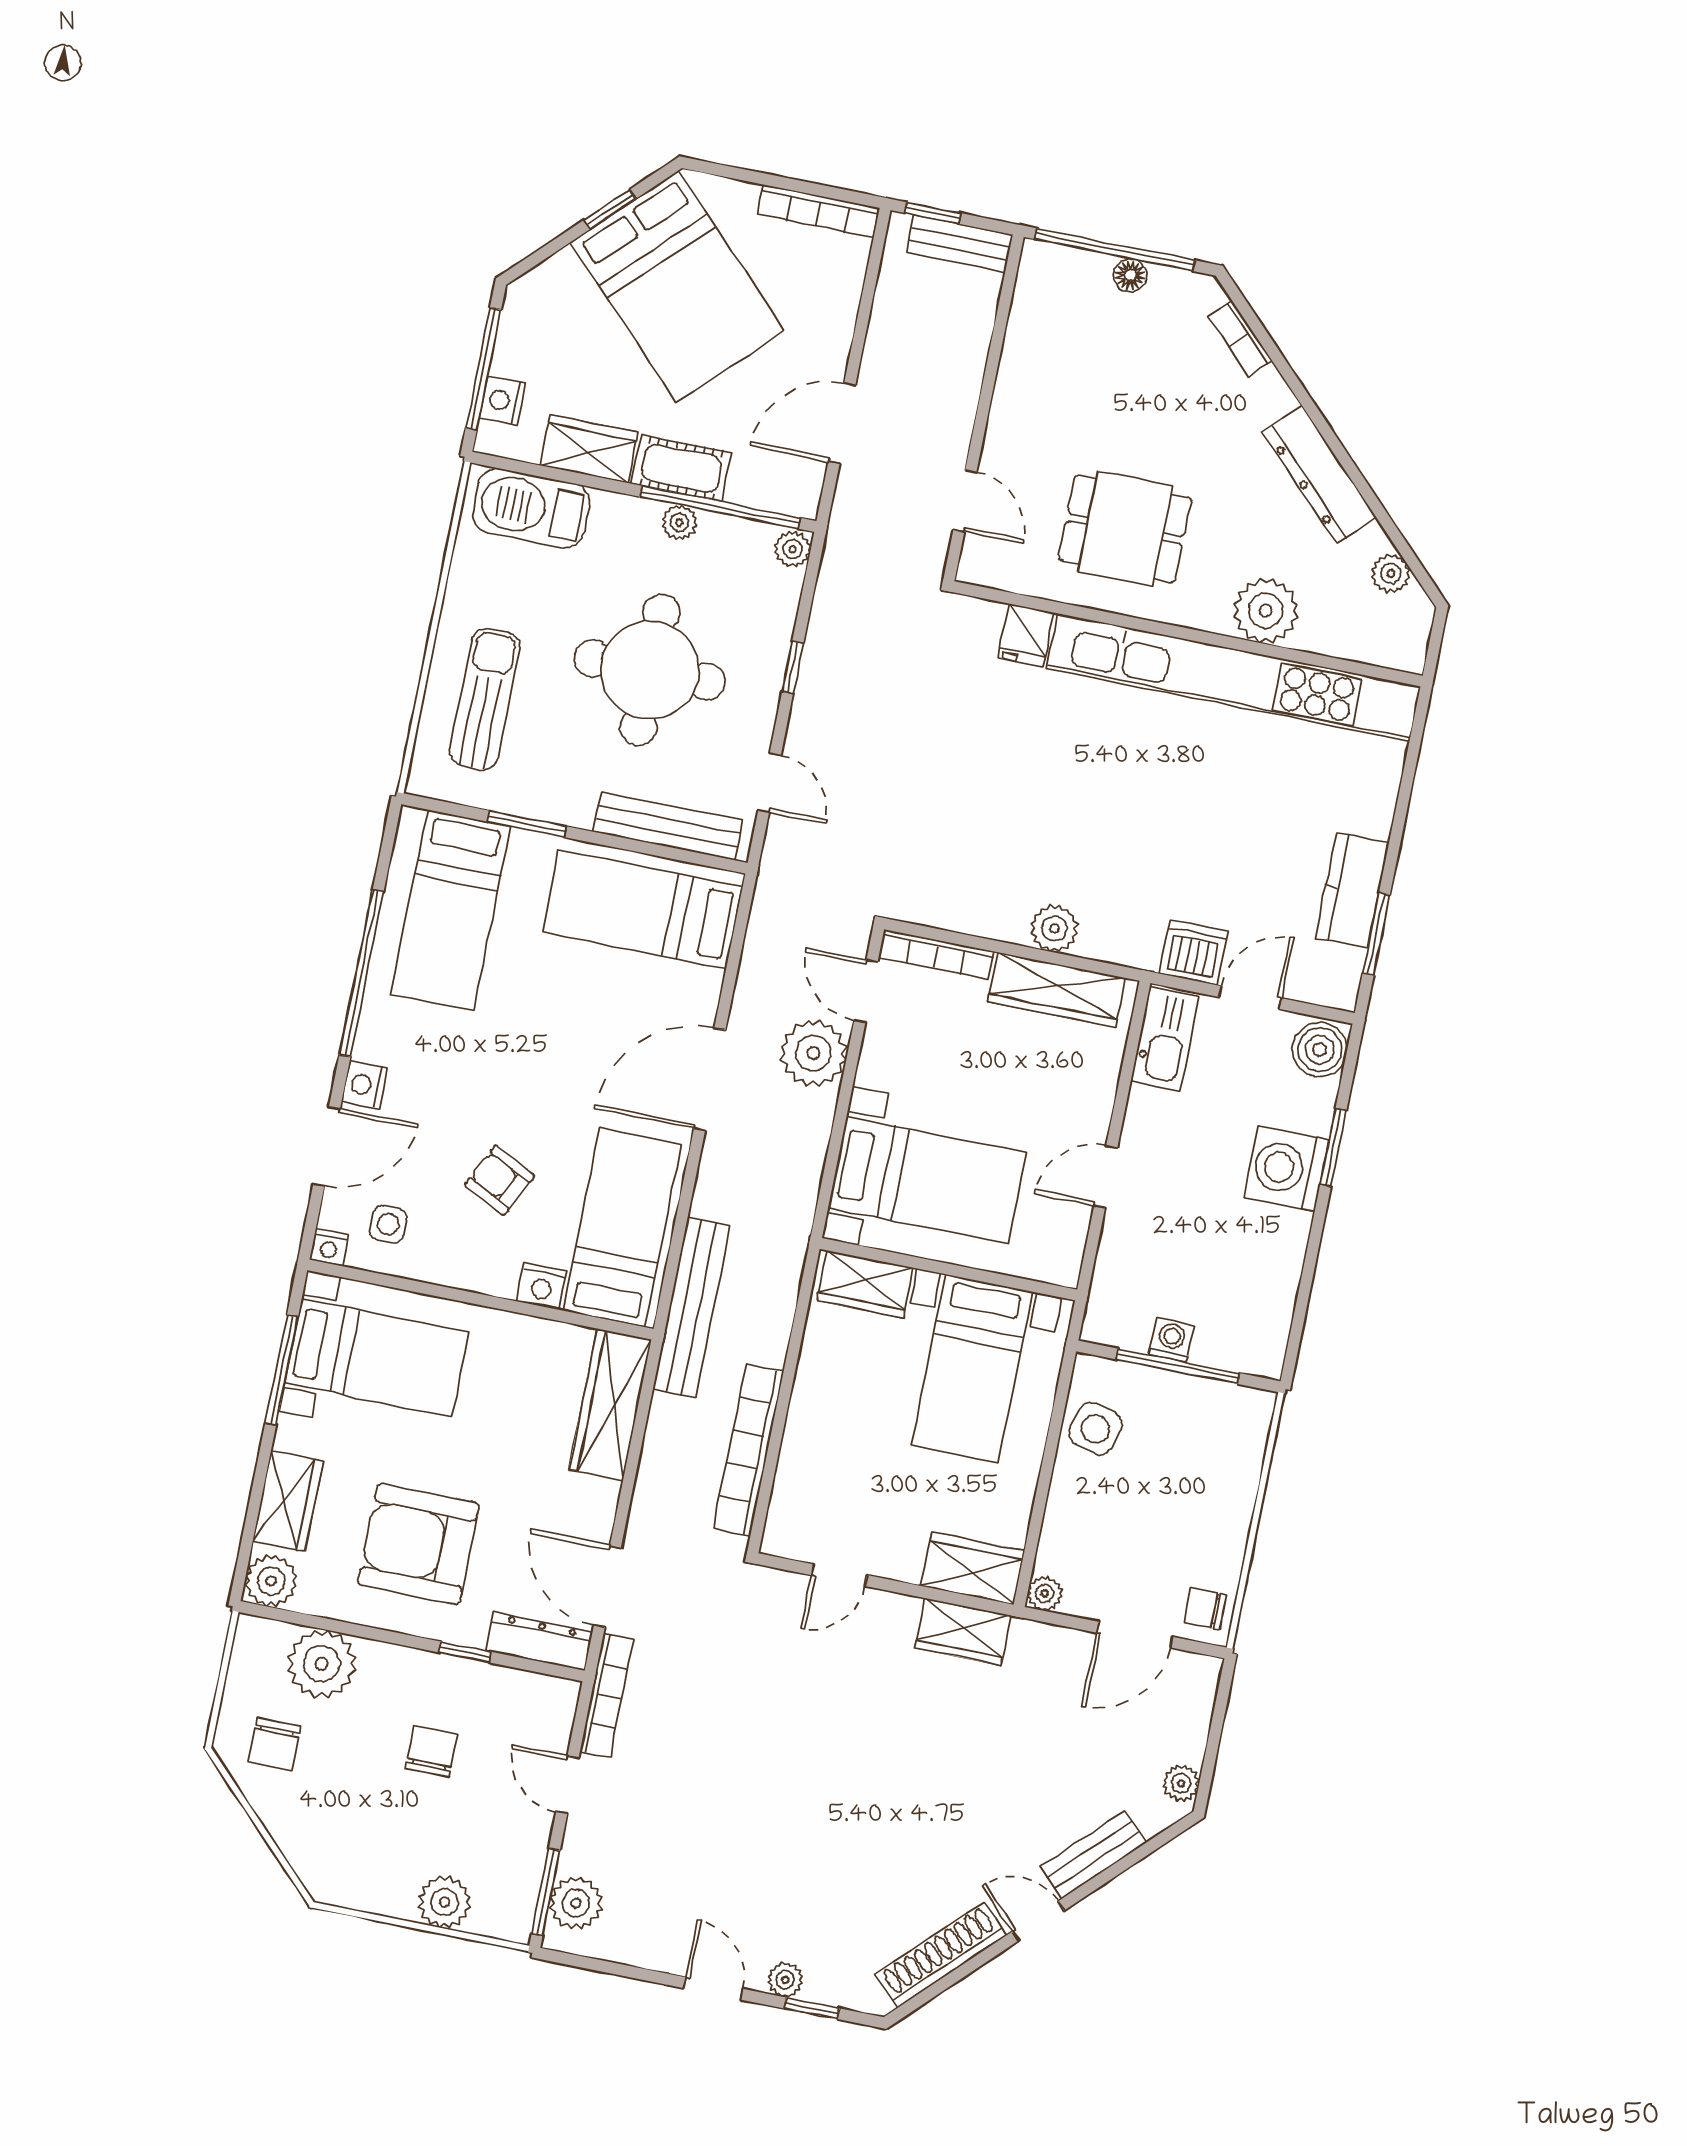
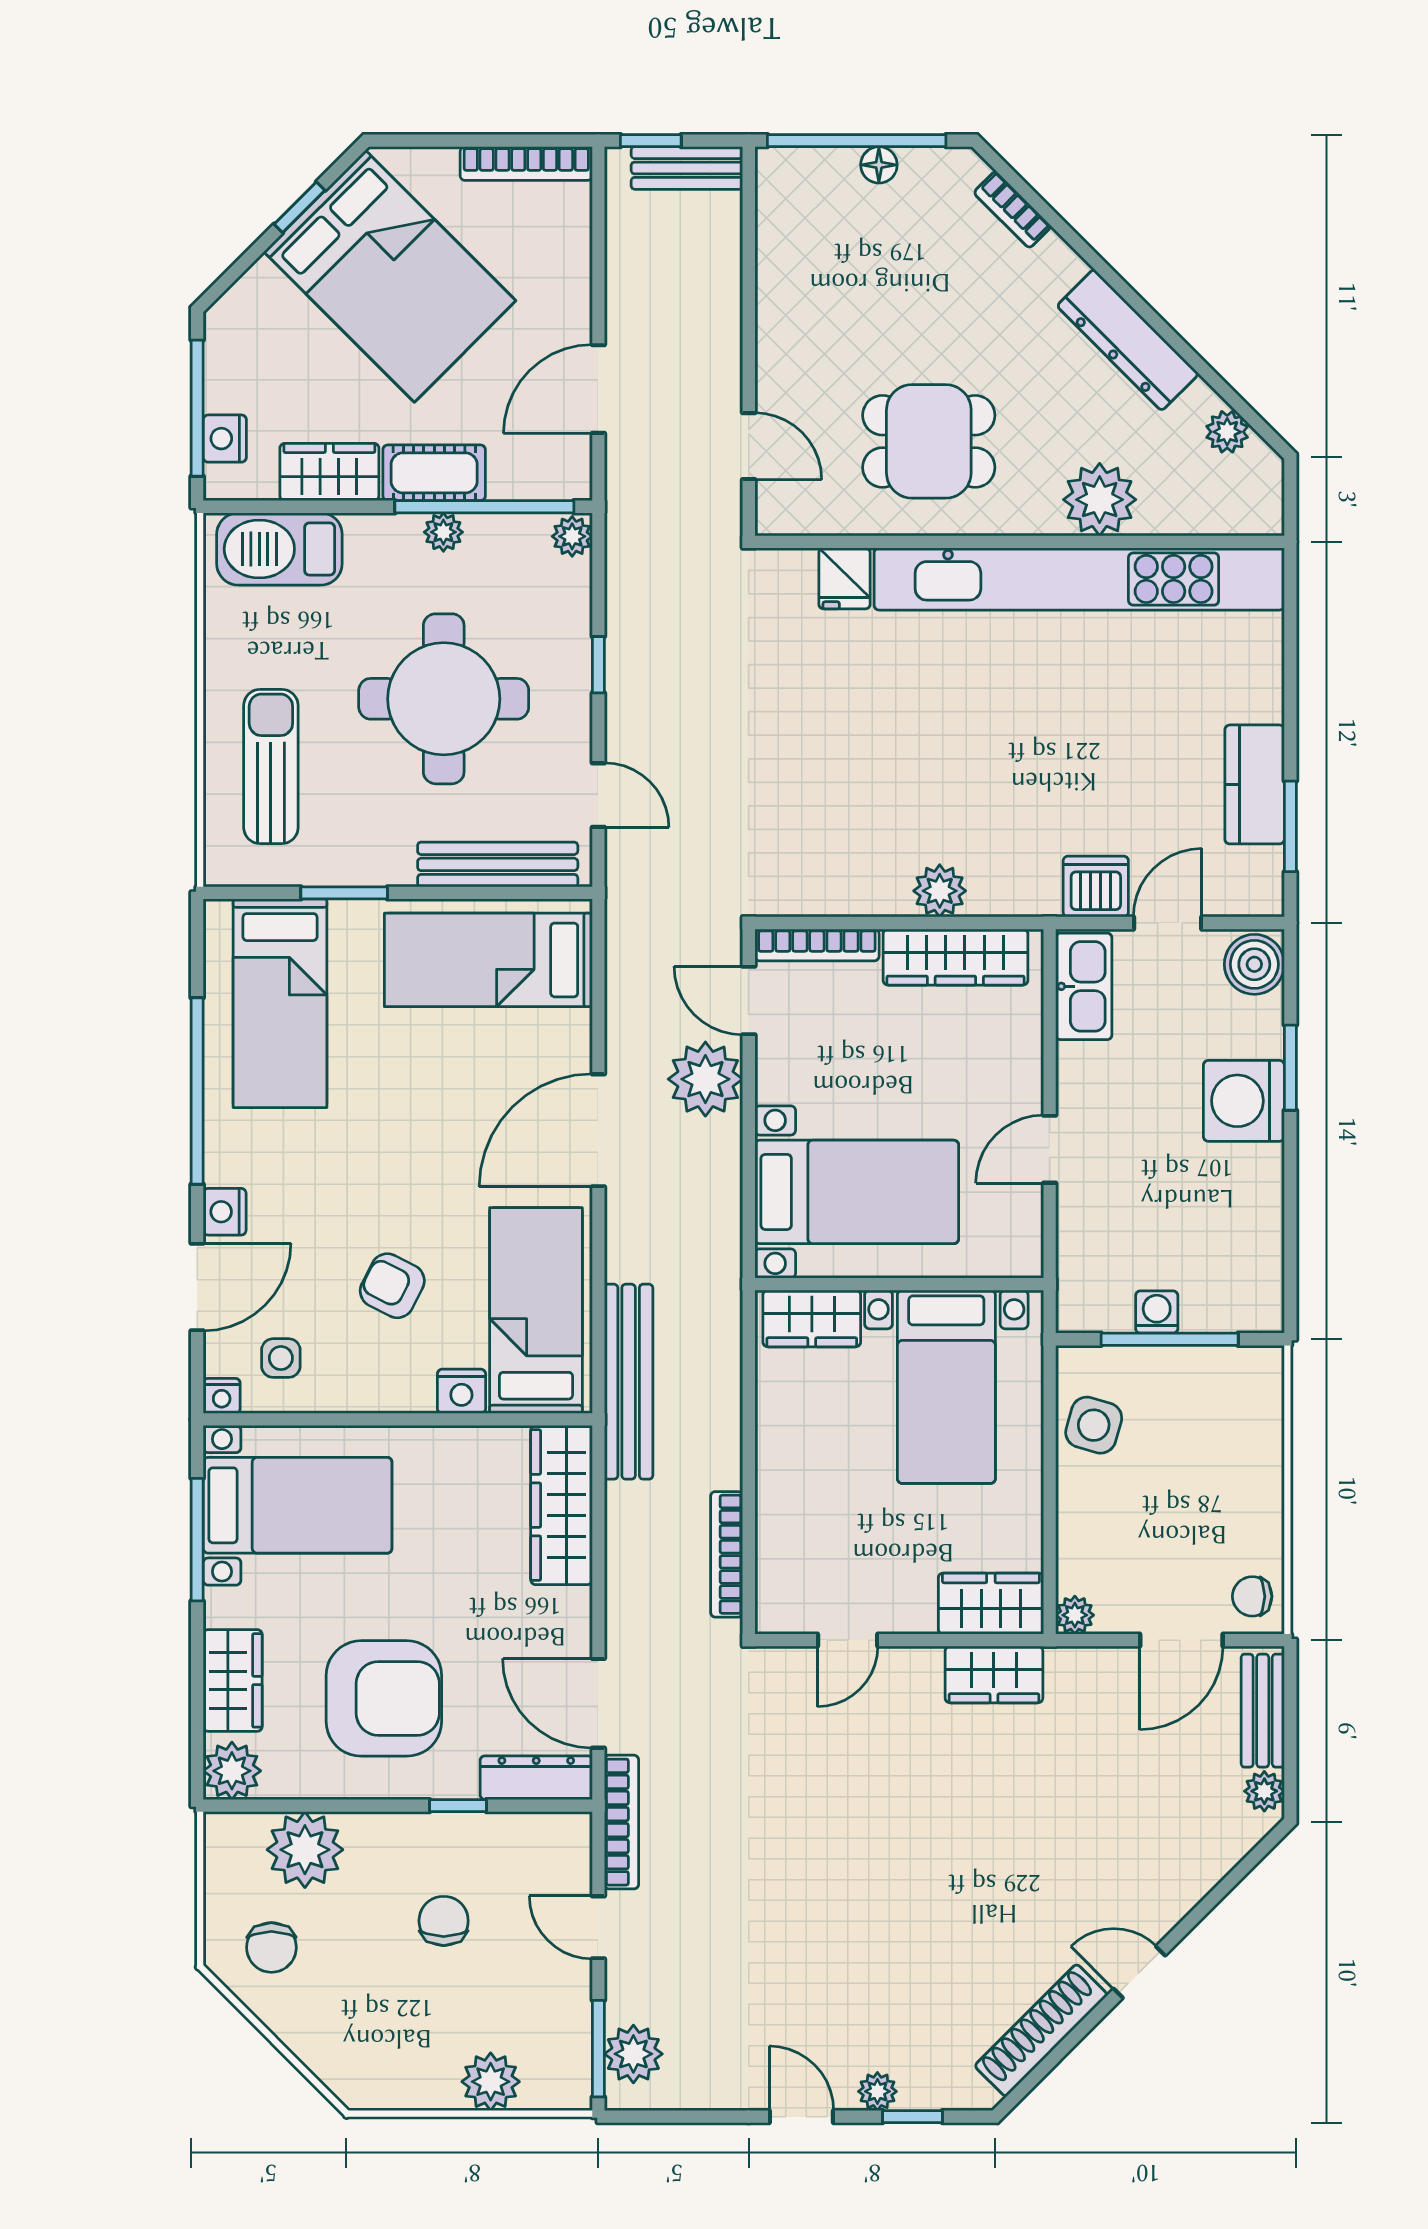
bookcase: (748, 1450) -> (727, 1554), width x0.68, depth x0.76
armchair: (418, 1544) -> (384, 1698), turned 180
bench: (1093, 1855) -> (1263, 1711), moved, turned -45

